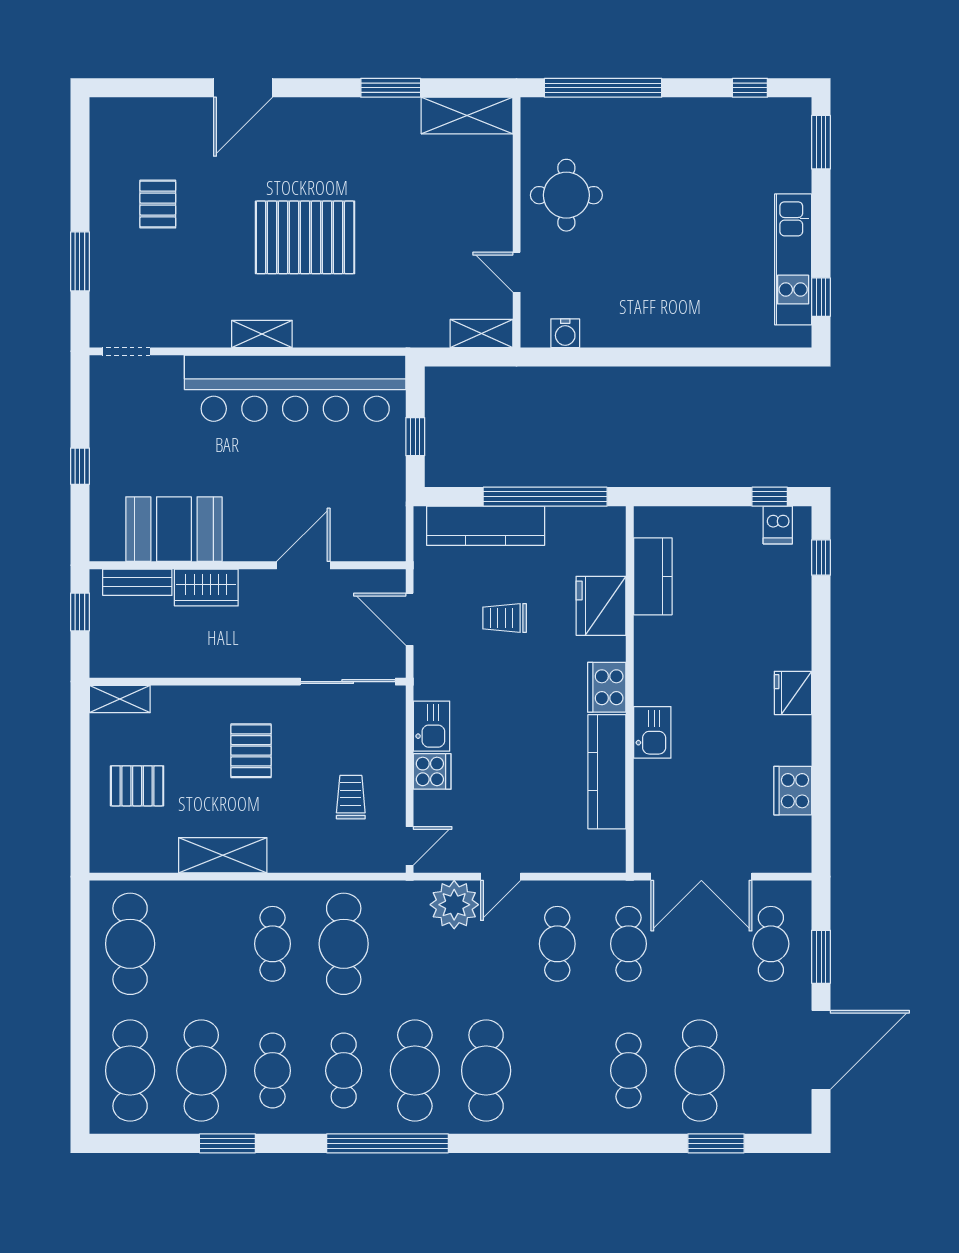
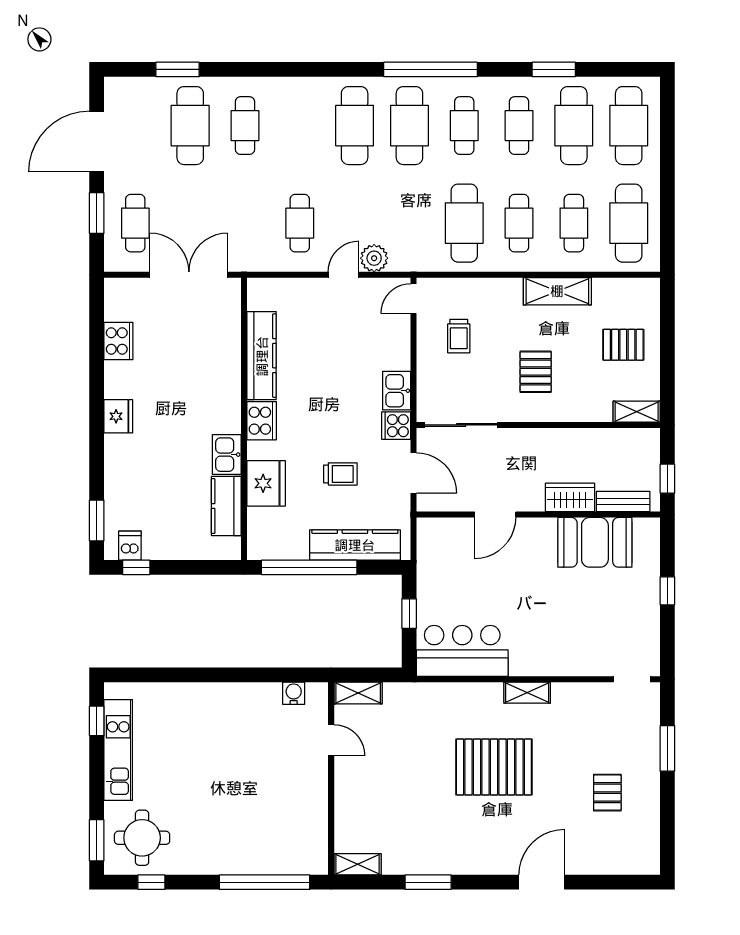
shelving: (467, 116) -> (358, 864), width x0.67, depth x0.75
round table: (566, 195) -> (142, 838), moved
bar counter: (295, 388) -> (462, 651), width x0.54
window: (821, 558) -> (97, 521), width x1.50
kitchen sink: (652, 732) -> (227, 455), moved
cooker: (432, 771) -> (396, 426), moved
plant: (454, 905) -> (374, 258), width x0.73, depth x0.73
cafe table: (628, 944) -> (574, 223), moved

